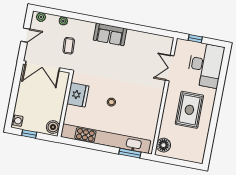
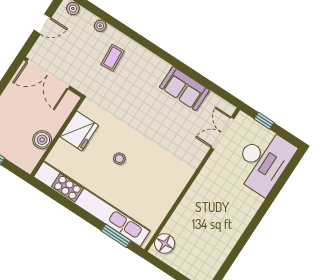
sofa: (110, 34) -> (184, 89), moved
coffee table: (69, 46) -> (113, 58), moved
double door: (170, 68) -> (223, 133), moved
rug: (189, 110) -> (218, 211), removed
boiler: (53, 127) -> (42, 140), moved

